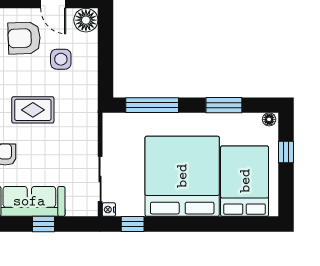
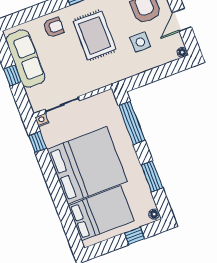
floor lamp: (86, 20) -> (182, 52), width x0.53, depth x0.53
rug: (33, 110) -> (95, 35), width x1.36, depth x1.43

